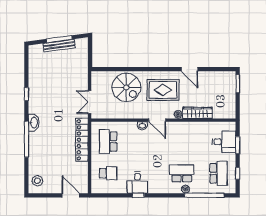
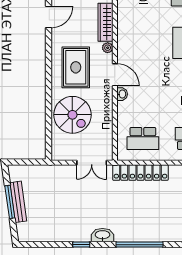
door: (190, 69) -> (49, 17), moved
spiral stairs: (126, 87) -> (72, 115), turned 90
door: (157, 120) -> (115, 75), hinge flipped
washbasin: (34, 123) -> (102, 235), moved

